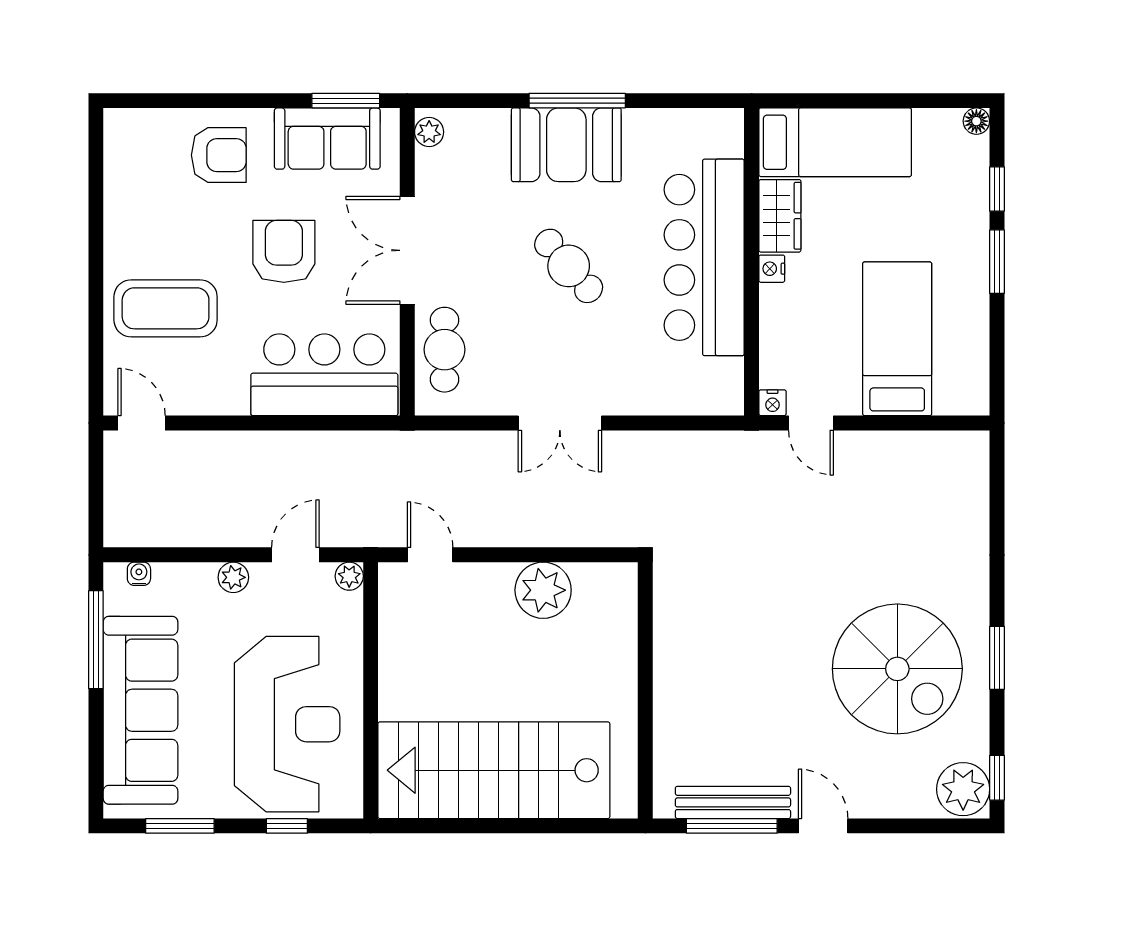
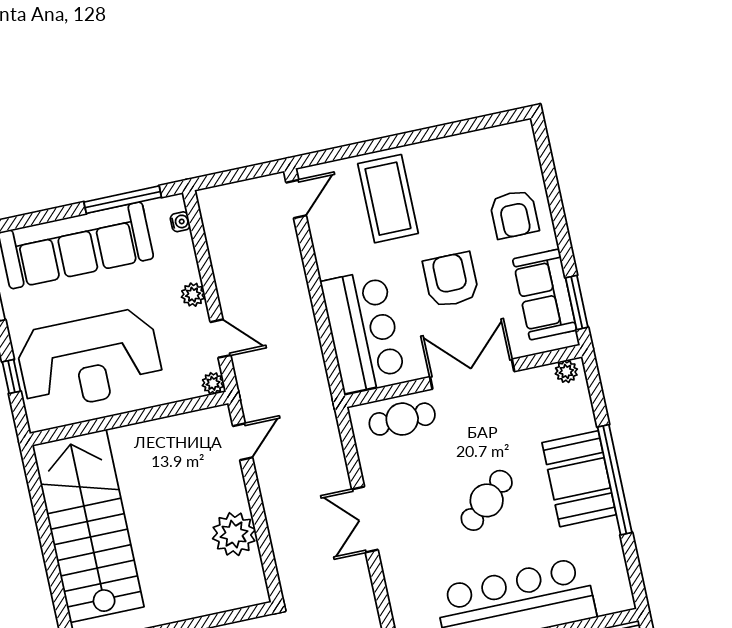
window: (577, 101) -> (615, 480), width x1.46
armchair: (284, 251) -> (451, 280), turned -90

